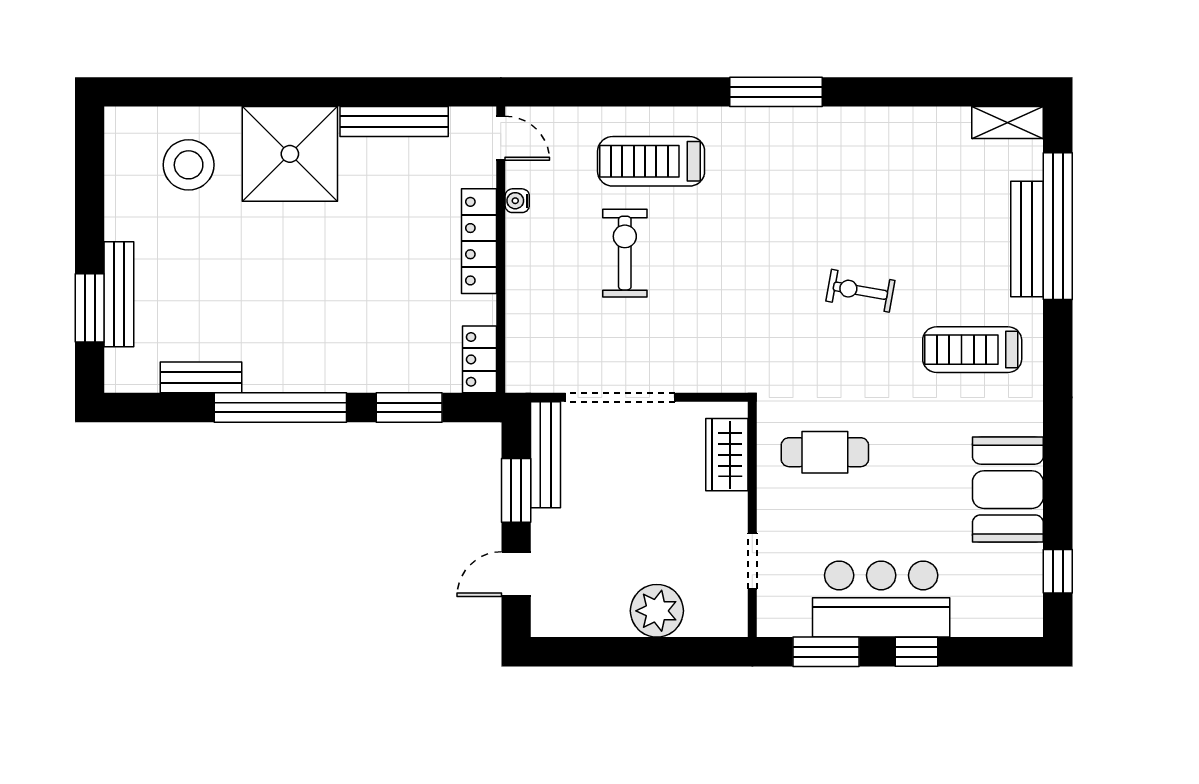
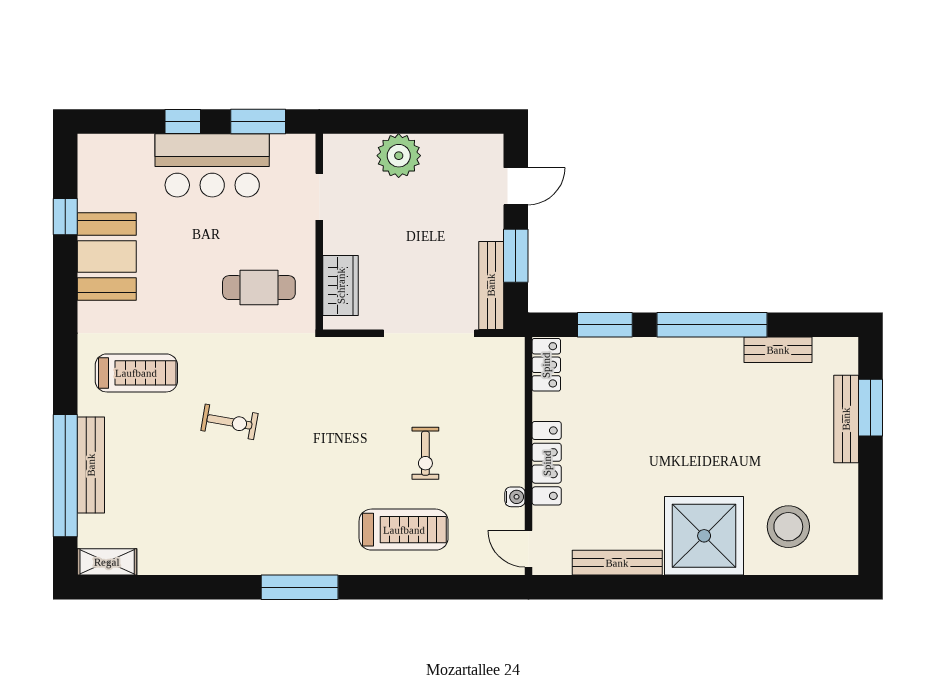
exercise bike: (625, 253) -> (425, 453), width x0.73, depth x0.72
window: (1058, 571) -> (65, 217), moved

